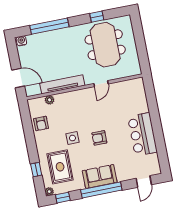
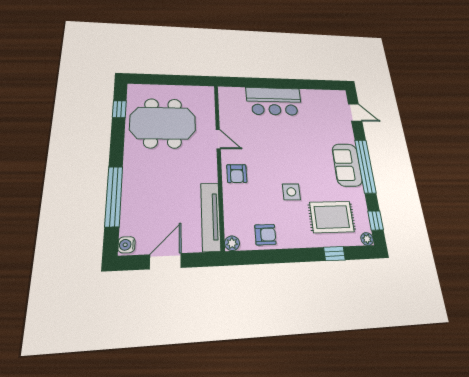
window: (97, 17) -> (119, 109), moved
door: (18, 78) -> (165, 261), moved
tv unit: (62, 84) -> (211, 217), moved
plant: (50, 100) -> (232, 243), moved
bar counter: (142, 134) -> (274, 101), moved
armchair: (99, 138) -> (237, 174), moved

